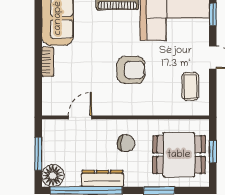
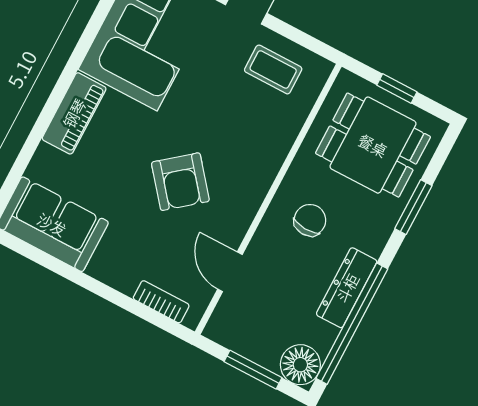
bookcase: (48, 62) -> (161, 302), moved
armchair: (131, 70) -> (180, 182), moved, turned 141
dining table: (179, 155) -> (373, 145), turned 90

